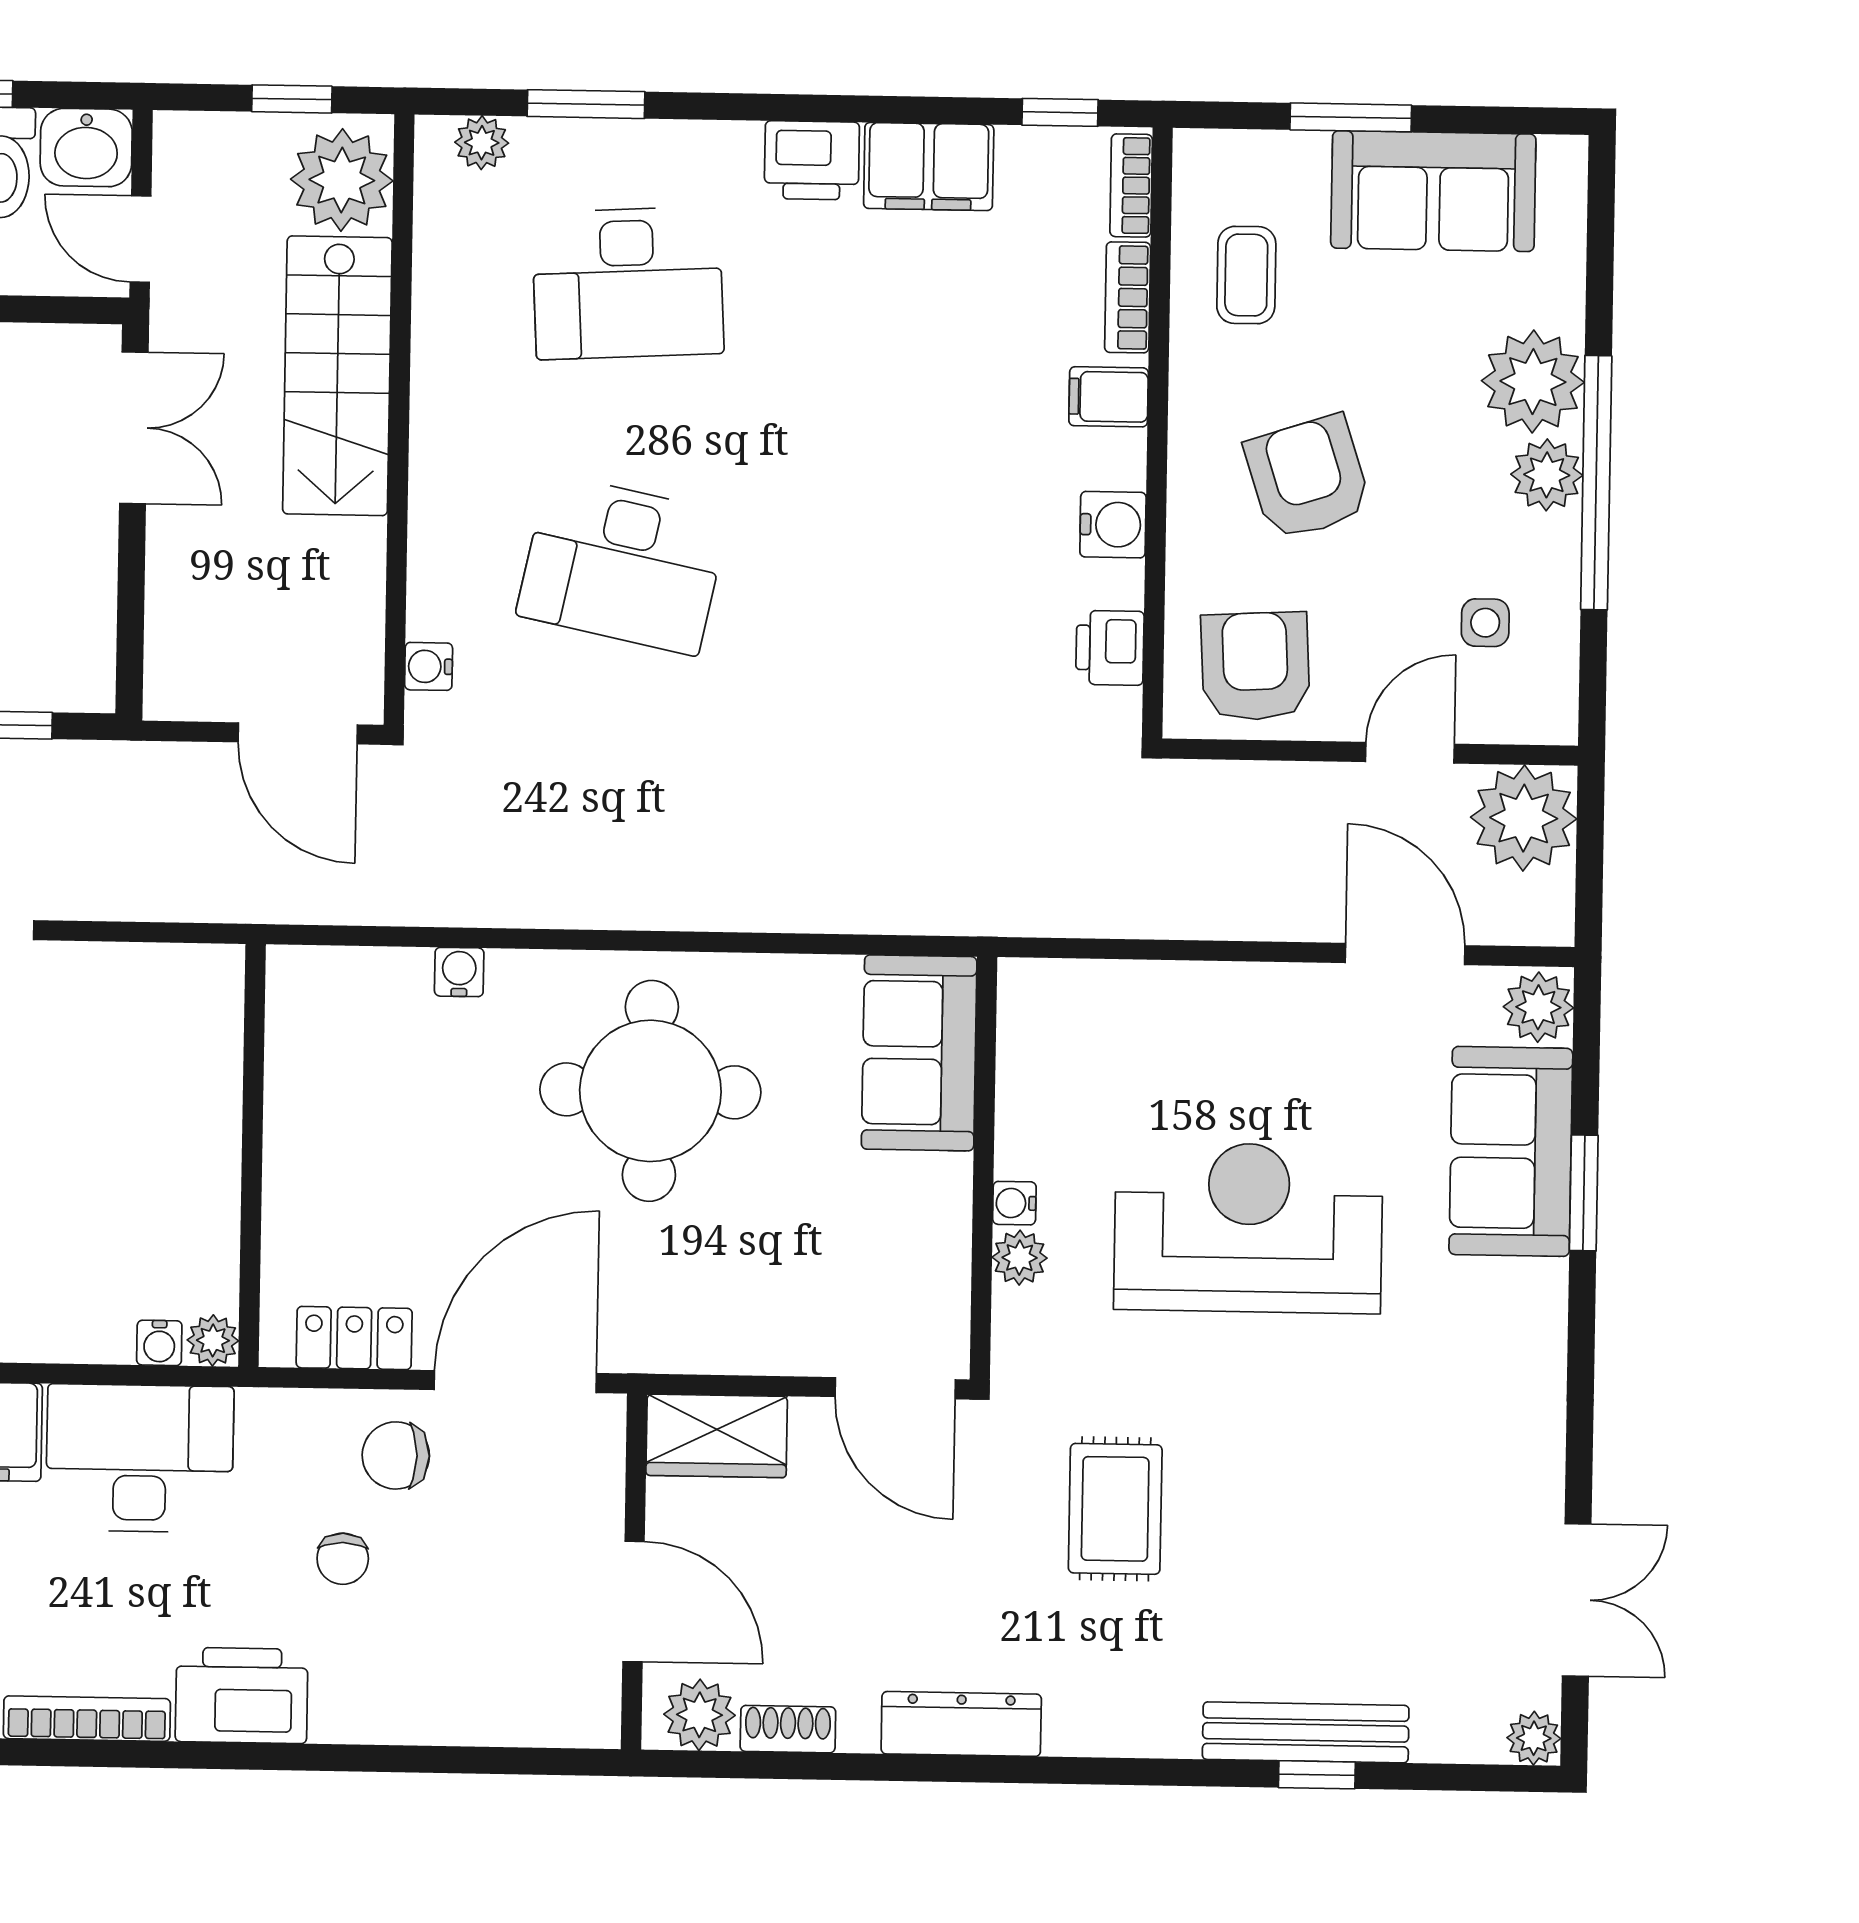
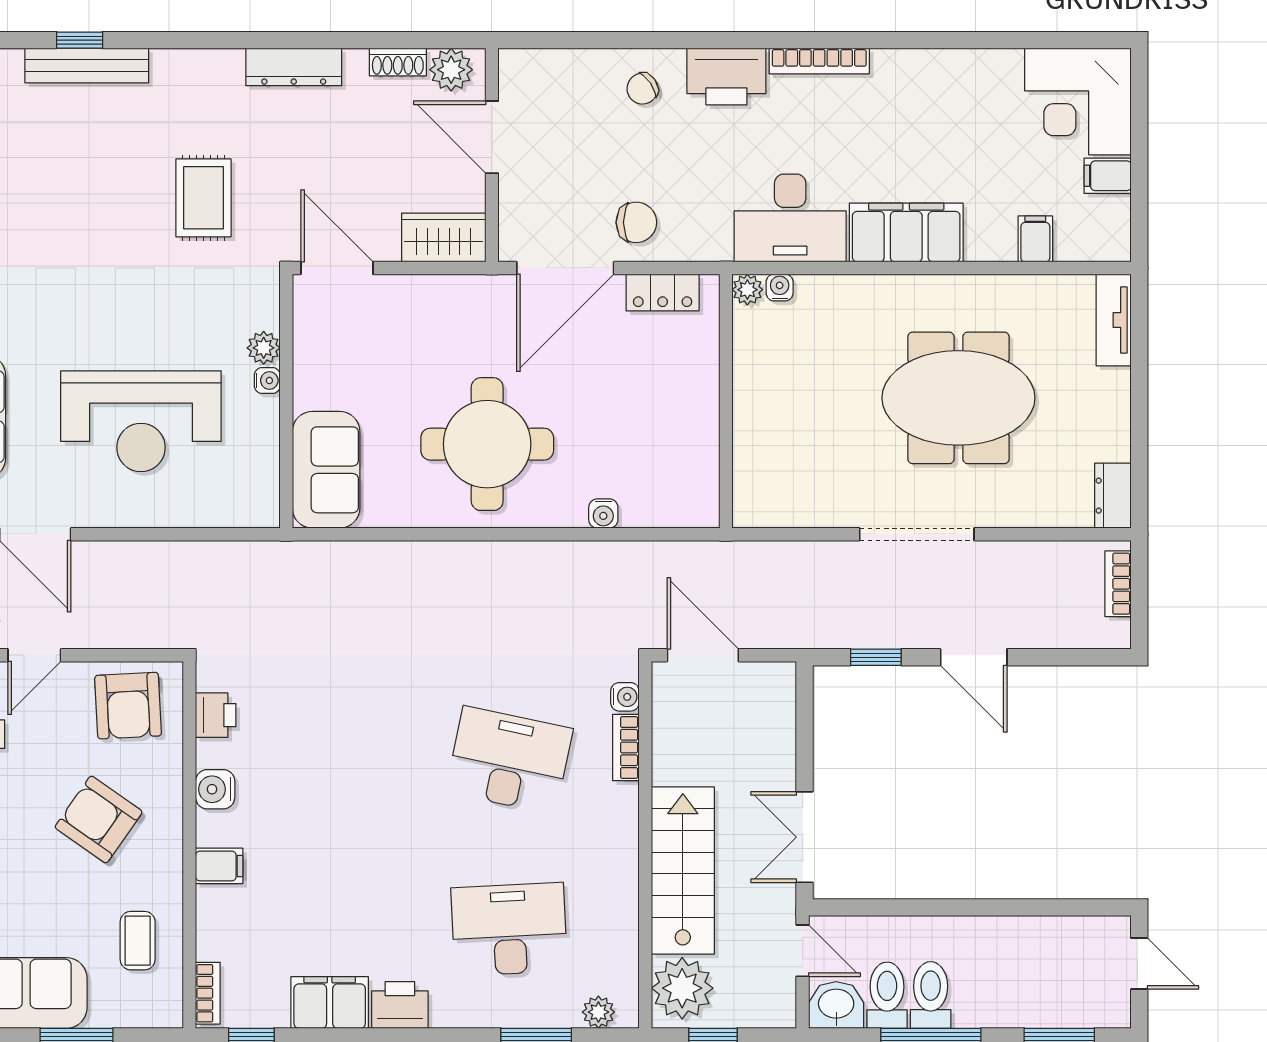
bookcase: (1128, 297) -> (626, 748), moved, turned 180
armchair: (1308, 478) -> (99, 820), turned 143
reception desk: (1248, 1228) -> (141, 421), moved
chair: (343, 1559) -> (642, 89), moved, turned -124

